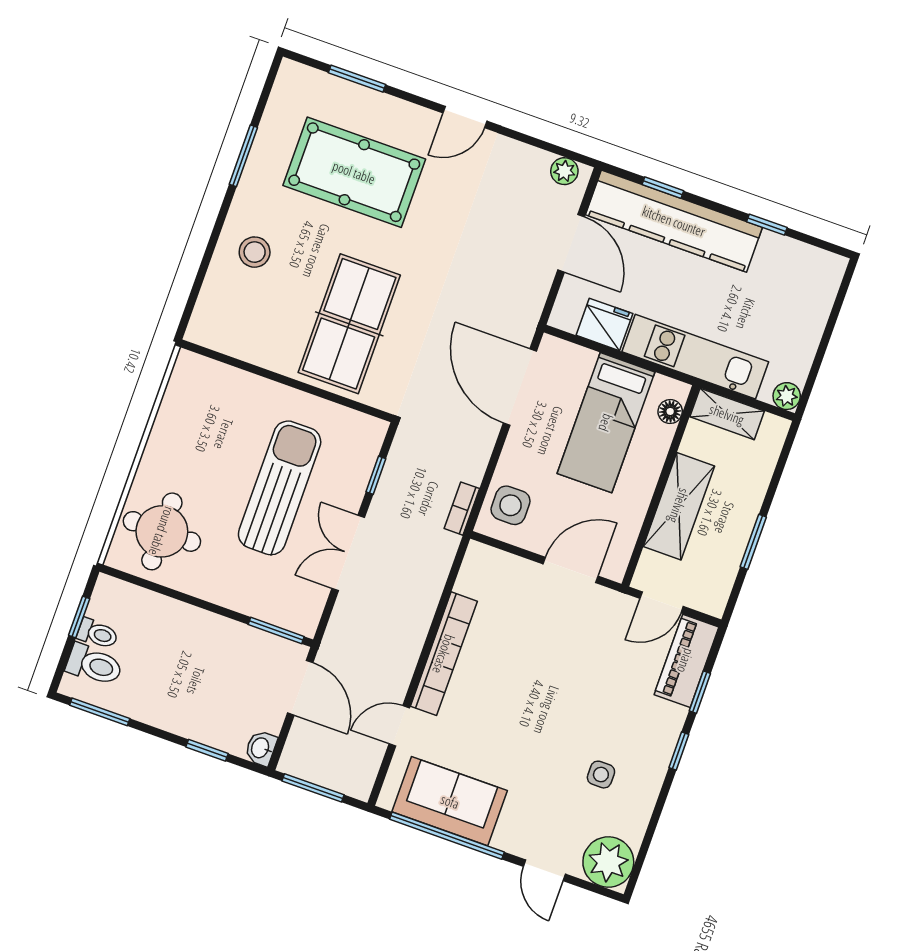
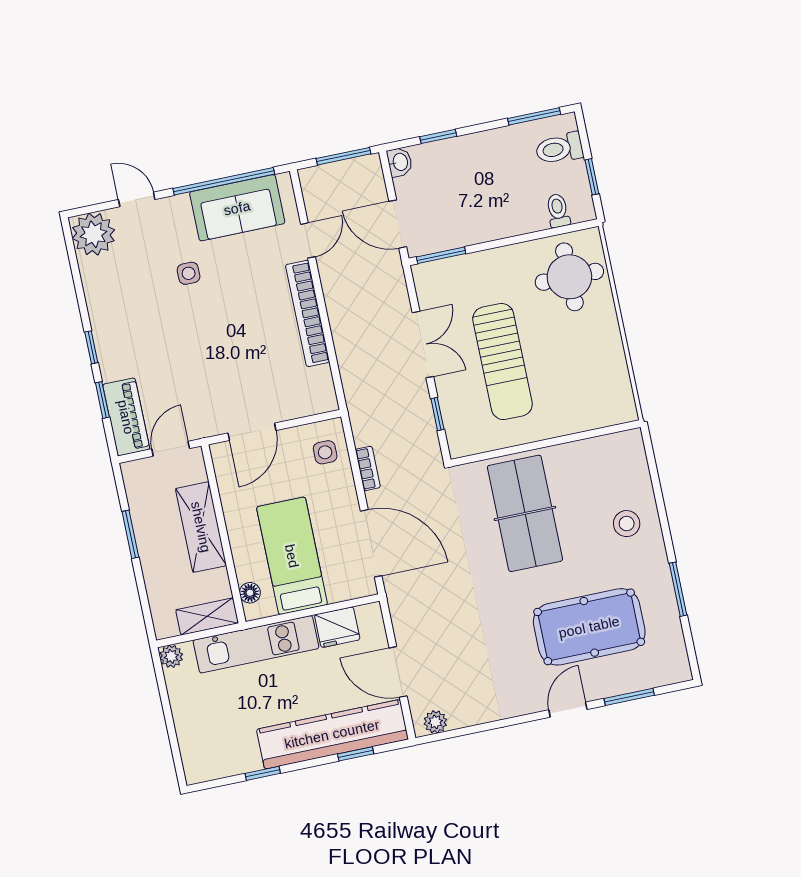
door: (465, 117) -> (568, 710), moved
side table: (511, 505) -> (325, 452), width x0.73, depth x0.73
bookcase: (462, 509) -> (368, 468), moved
toilet: (98, 634) -> (558, 211), moved, turned 90
side table: (601, 775) -> (189, 273), moved

